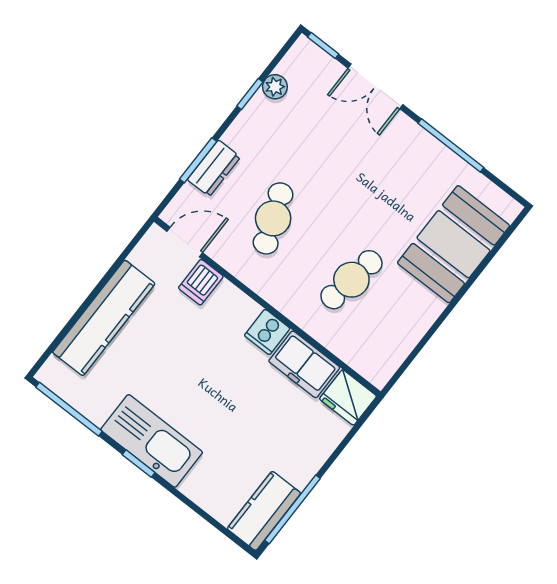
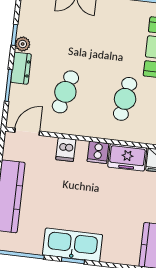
plant: (275, 87) -> (23, 44), moved
dresser: (214, 168) -> (21, 68), moved
cafe table: (273, 218) -> (65, 92), turned 36
dishwasher: (201, 282) -> (66, 150), moved

